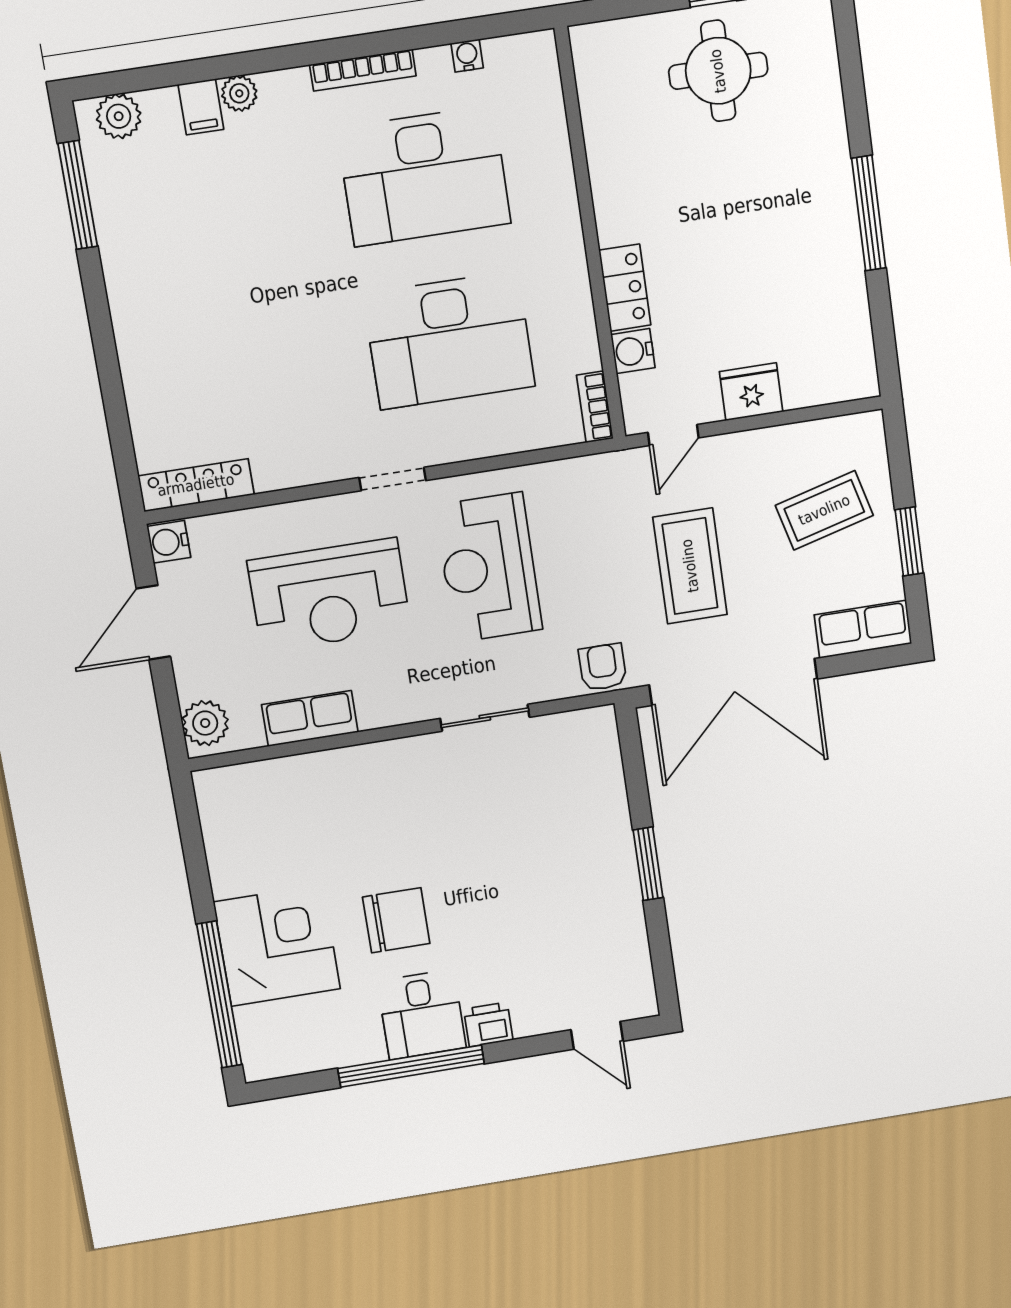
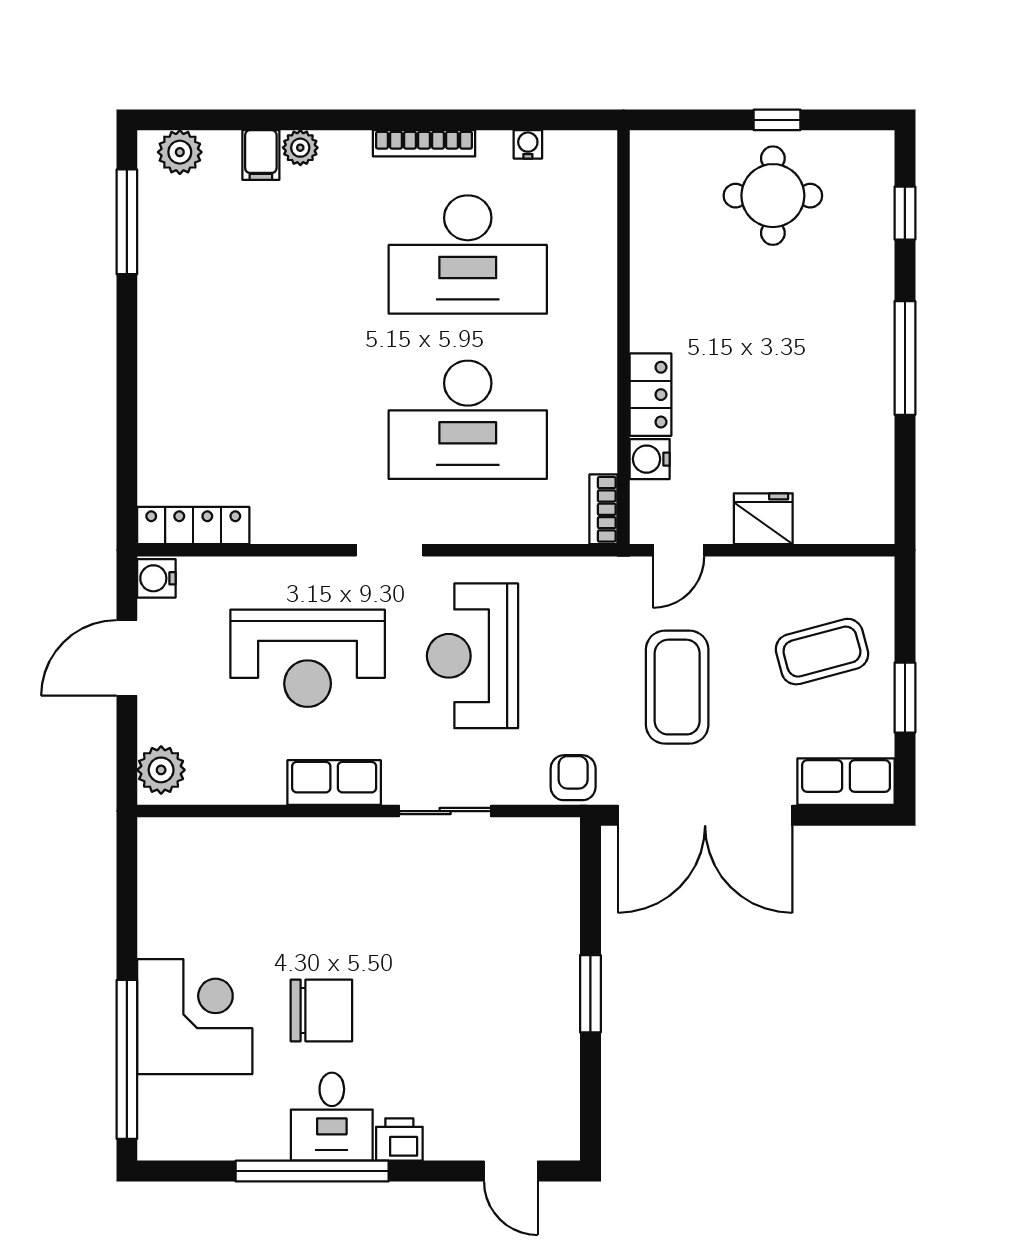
window: (851, 69) -> (905, 213), added
row of seats: (310, 718) -> (334, 782), moved

